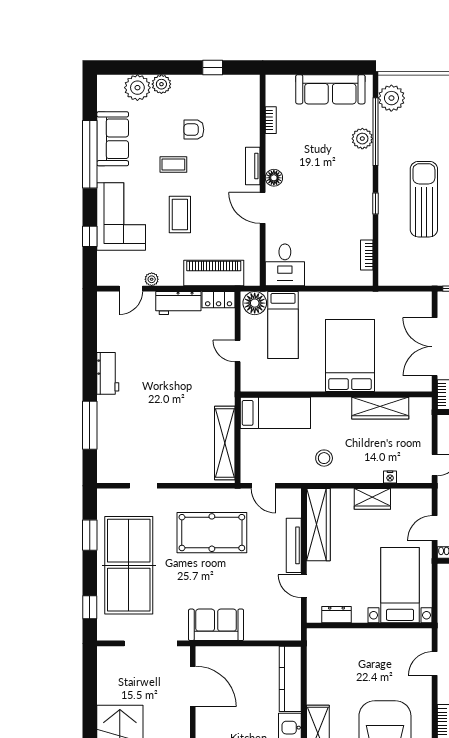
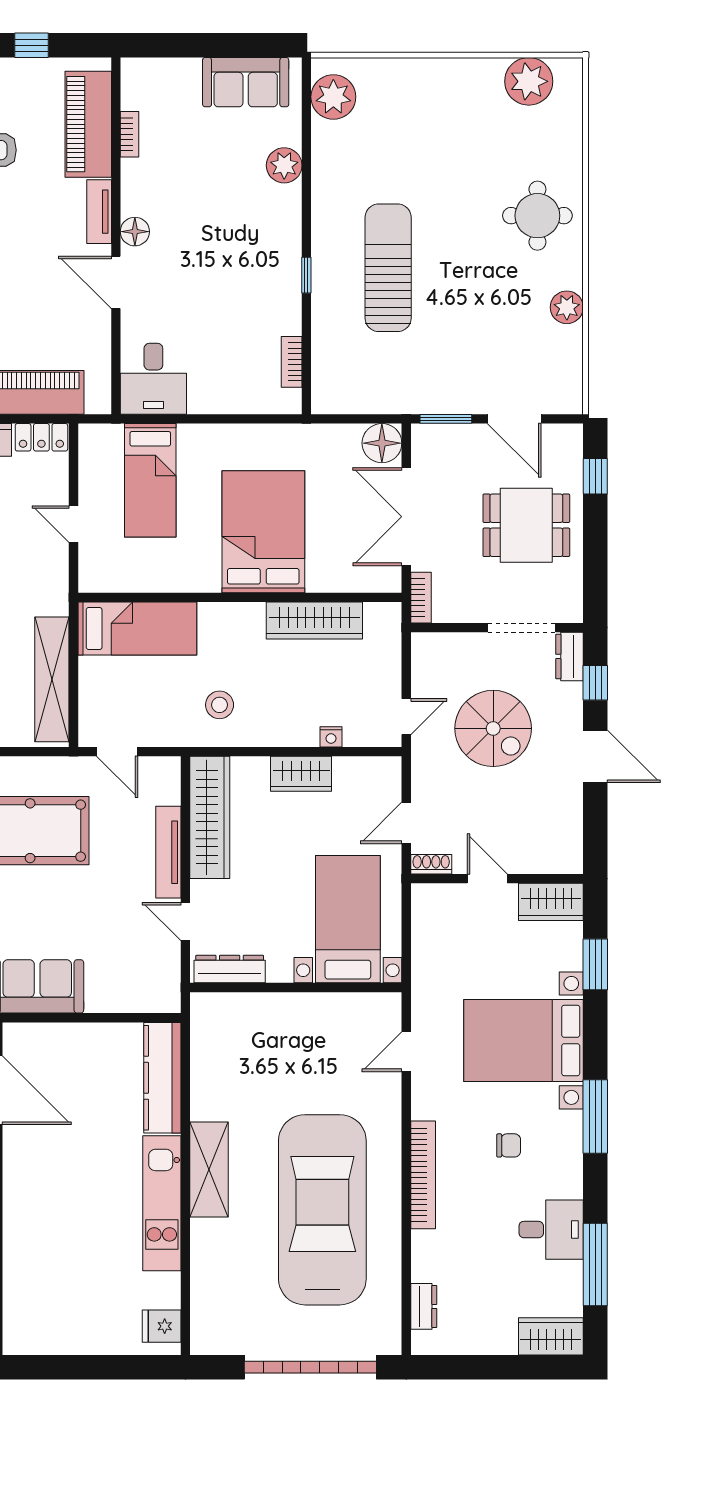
sofa: (330, 89) -> (246, 82), width x0.73
piano: (246, 114) -> (88, 124), added
window: (376, 132) -> (306, 154), removed
floor lamp: (255, 303) -> (382, 443), moved
dresser: (336, 615) -> (230, 969), width x1.44

